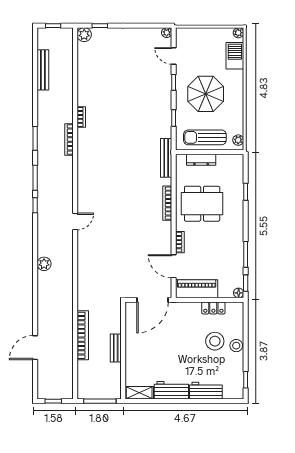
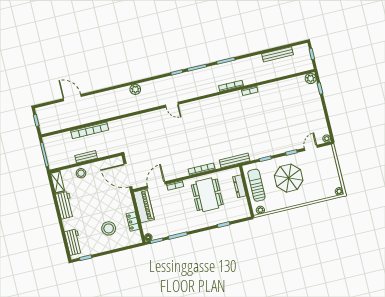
barbecue: (235, 56) -> (322, 193), removed
stool: (236, 346) -> (81, 173), moved
workbench: (206, 391) -> (73, 242), moved

